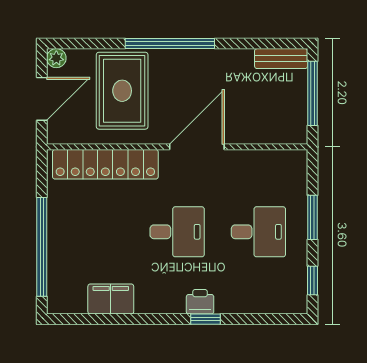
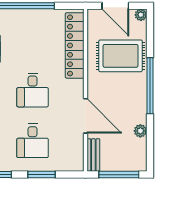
plant: (242, 59) -> (140, 131), added
bench: (281, 59) -> (93, 155), moved
door: (197, 147) -> (85, 116), moved

